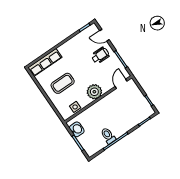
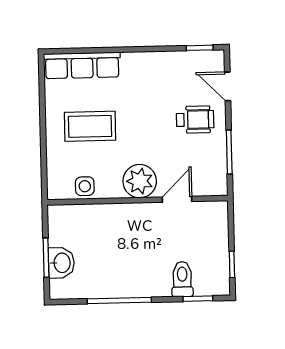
door: (121, 84) -> (177, 199), moved
washbasin: (77, 129) -> (61, 263), moved
toilet: (108, 136) -> (182, 279), moved

